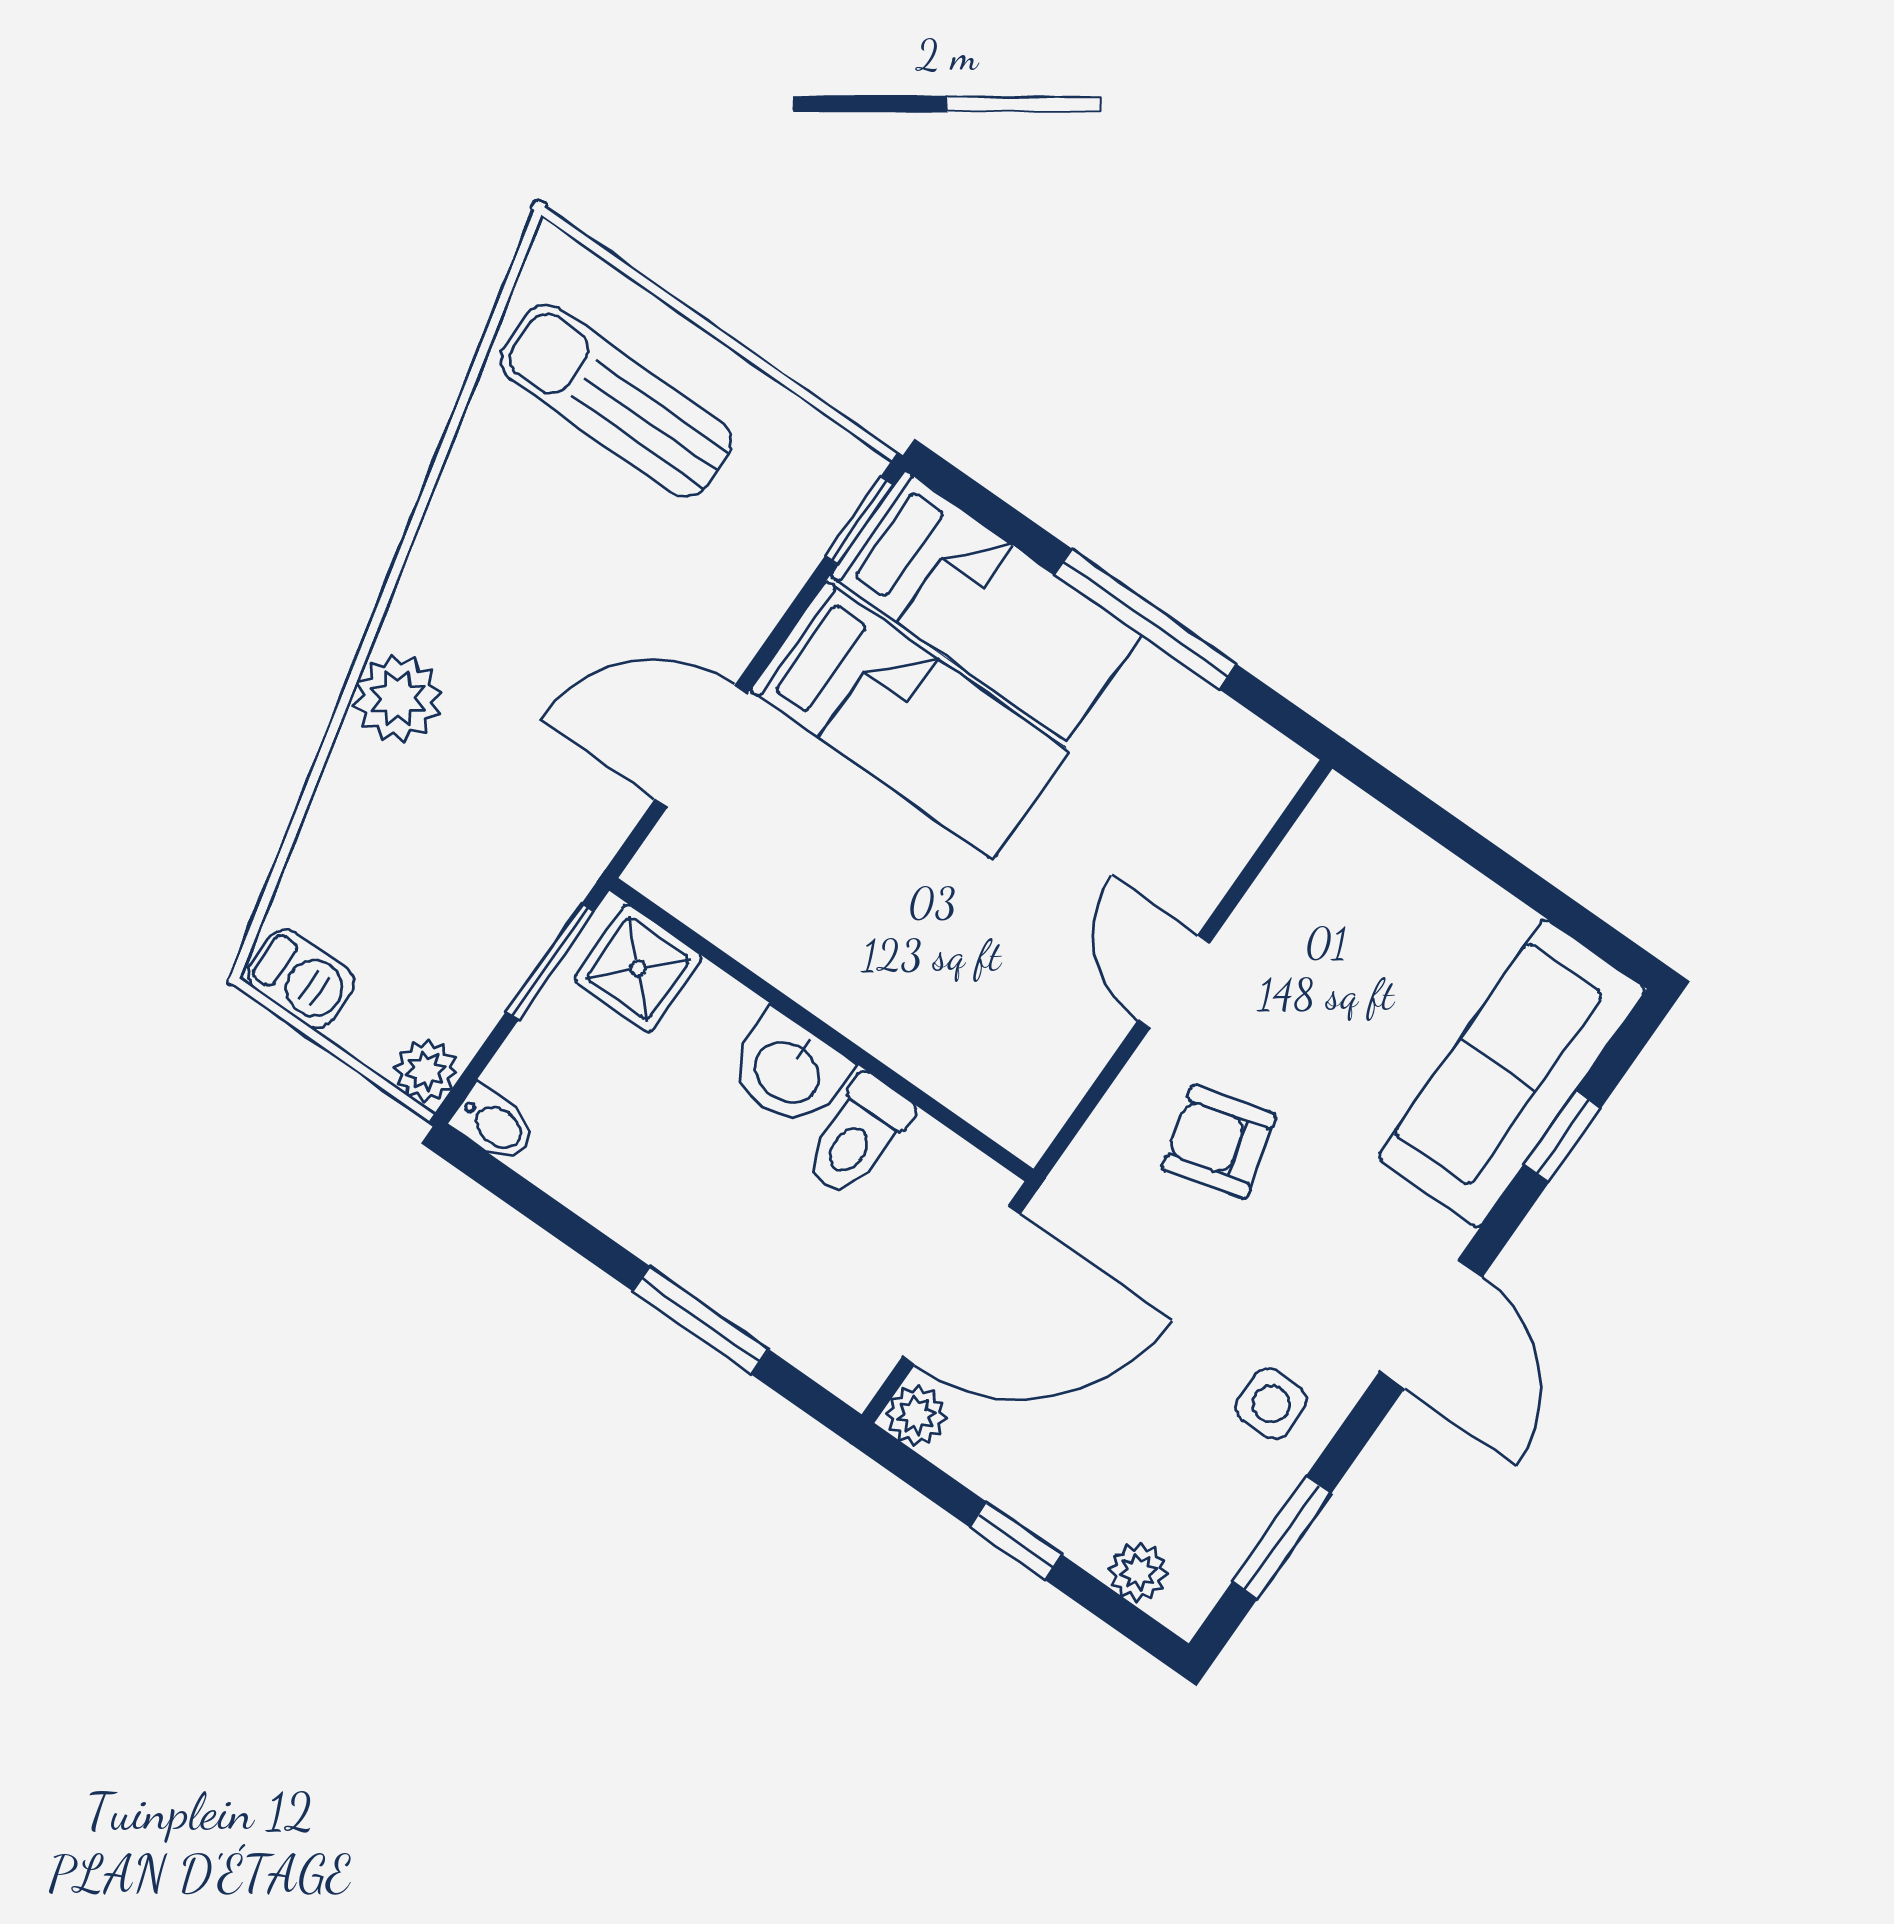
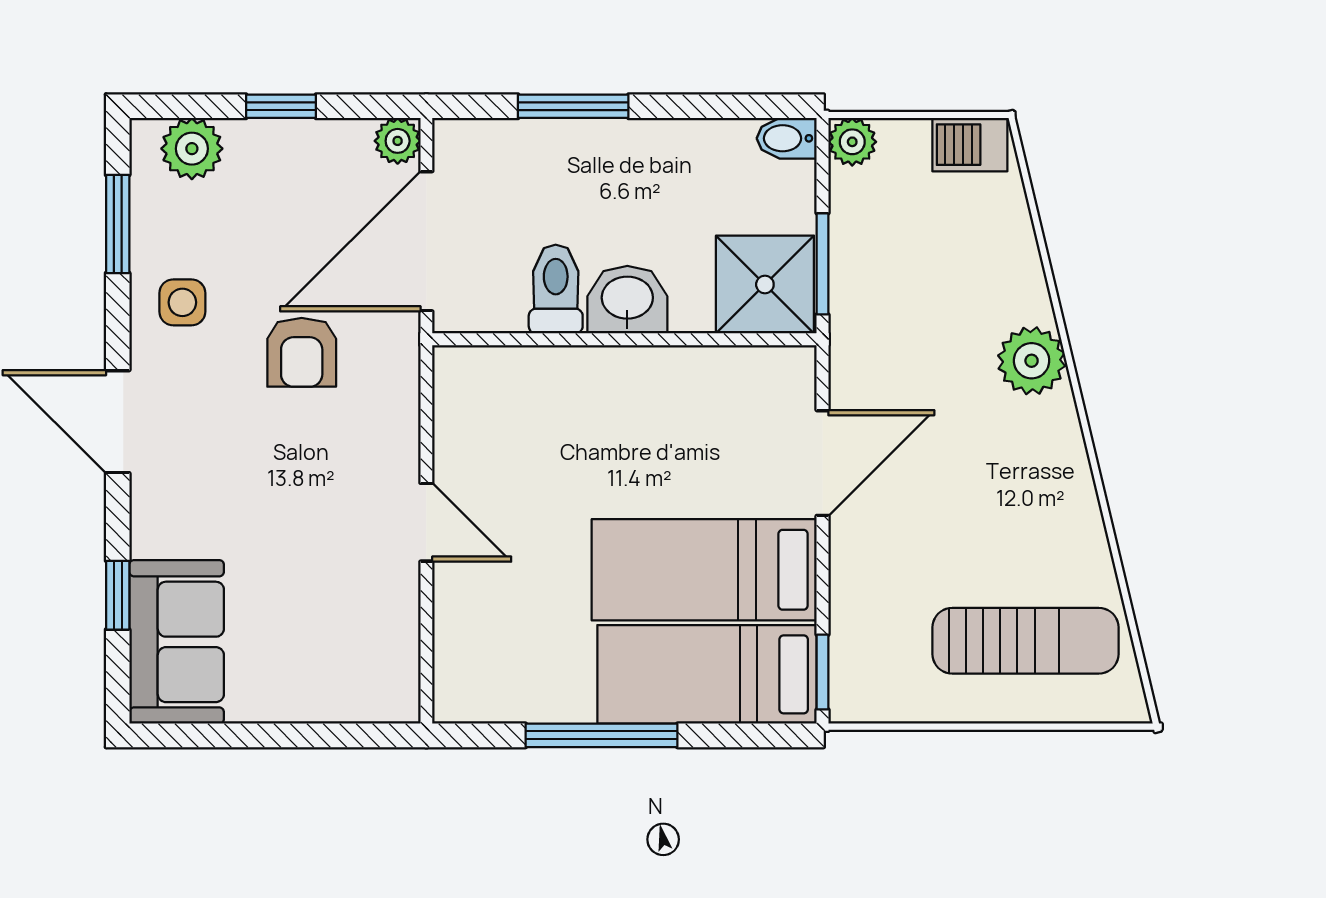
shower: (638, 969) -> (765, 284), width x1.36, depth x1.36
sofa: (1512, 1073) -> (177, 642), width x0.73
armchair: (1219, 1142) -> (302, 352), moved, turned 105
plant: (1138, 1572) -> (192, 149), width x1.38, depth x1.38

